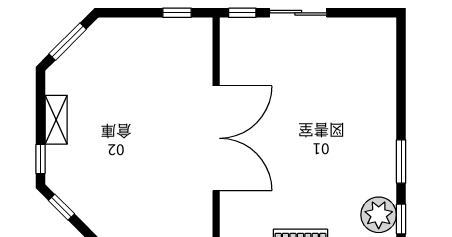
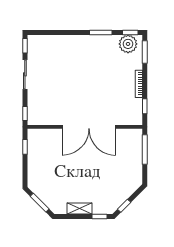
sliding door: (298, 13) -> (25, 74), moved
window: (375, 13) -> (25, 46), added
double door: (216, 138) -> (89, 127), swing flipped

